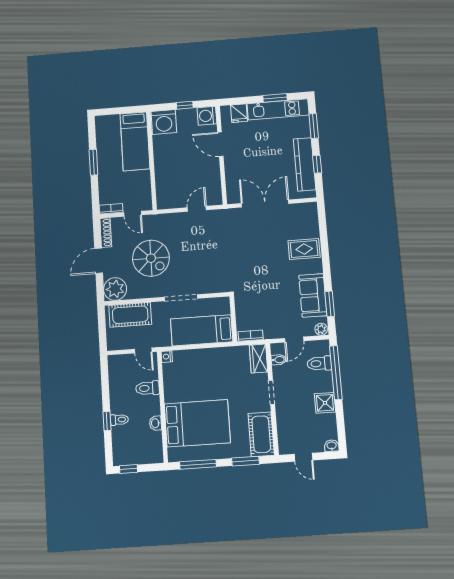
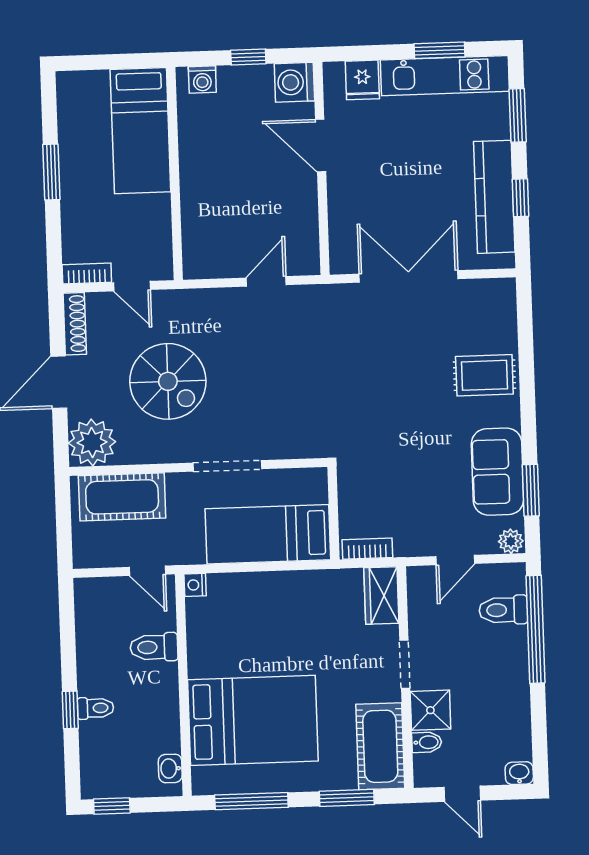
washing machine: (164, 122) -> (202, 79), width x0.53, depth x0.53
bidet: (279, 360) -> (427, 742), moved
shower: (325, 403) -> (430, 710), moved
washbasin: (155, 423) -> (170, 768), moved

